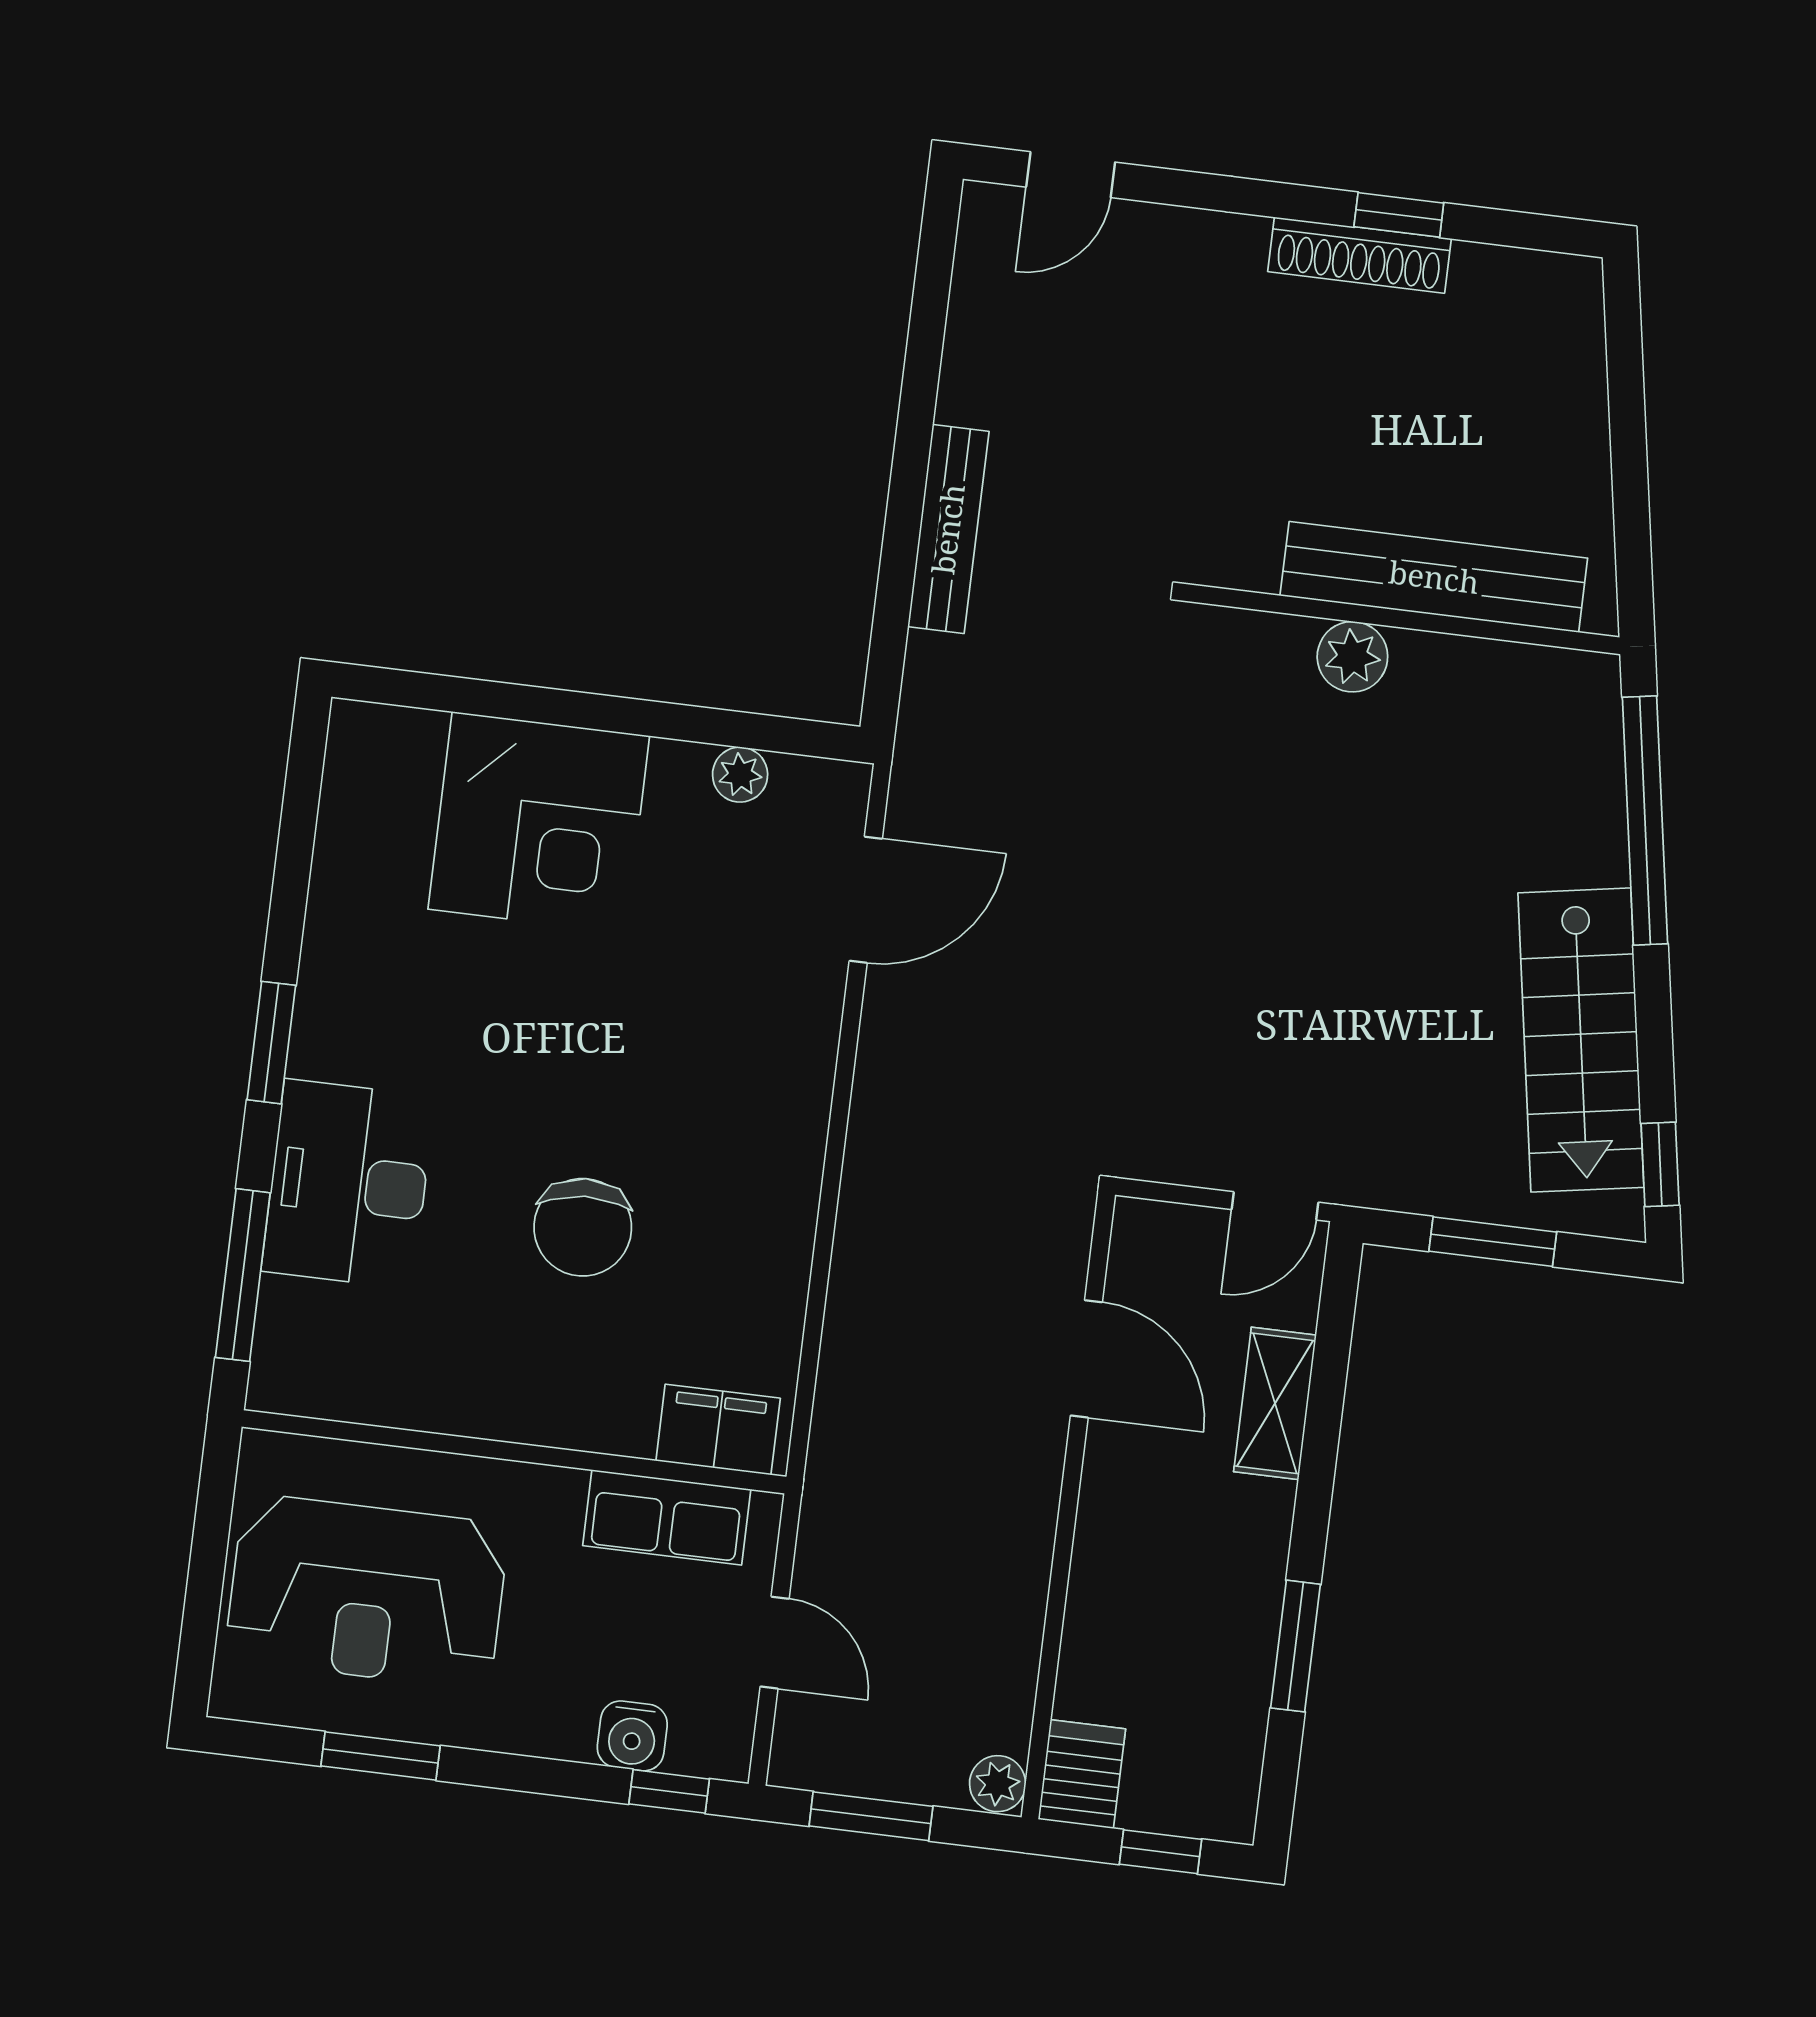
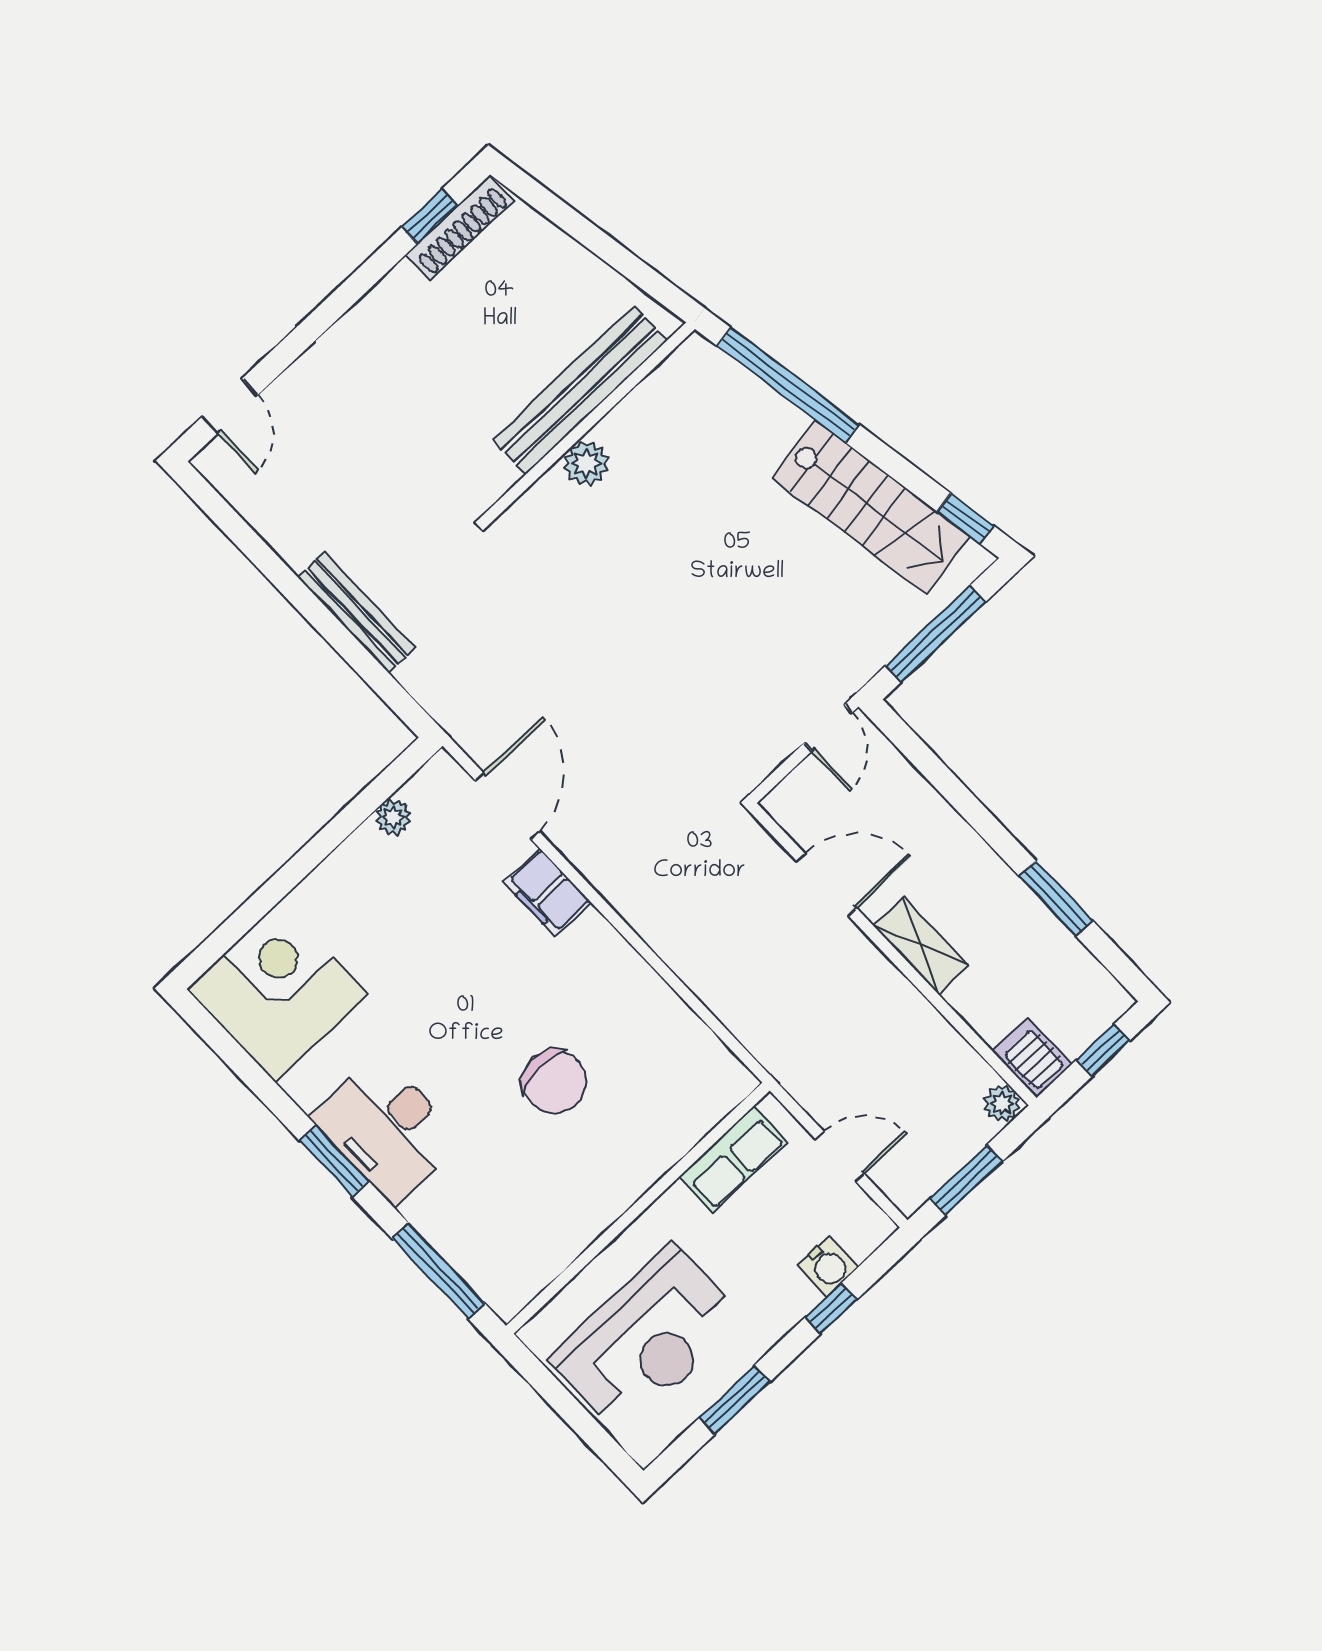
window: (1399, 215) -> (430, 216), moved
shoe rack: (1359, 255) -> (460, 227), moved
corner desk: (539, 822) -> (277, 991), moved, turned -90
desk: (348, 1184) -> (387, 1129), moved
window: (1493, 1242) -> (935, 634), width x1.44
shelving: (1275, 1403) -> (921, 945), moved
filing cabinet: (718, 1430) -> (547, 892), moved, turned -90
window: (669, 1791) -> (831, 1309), moved

